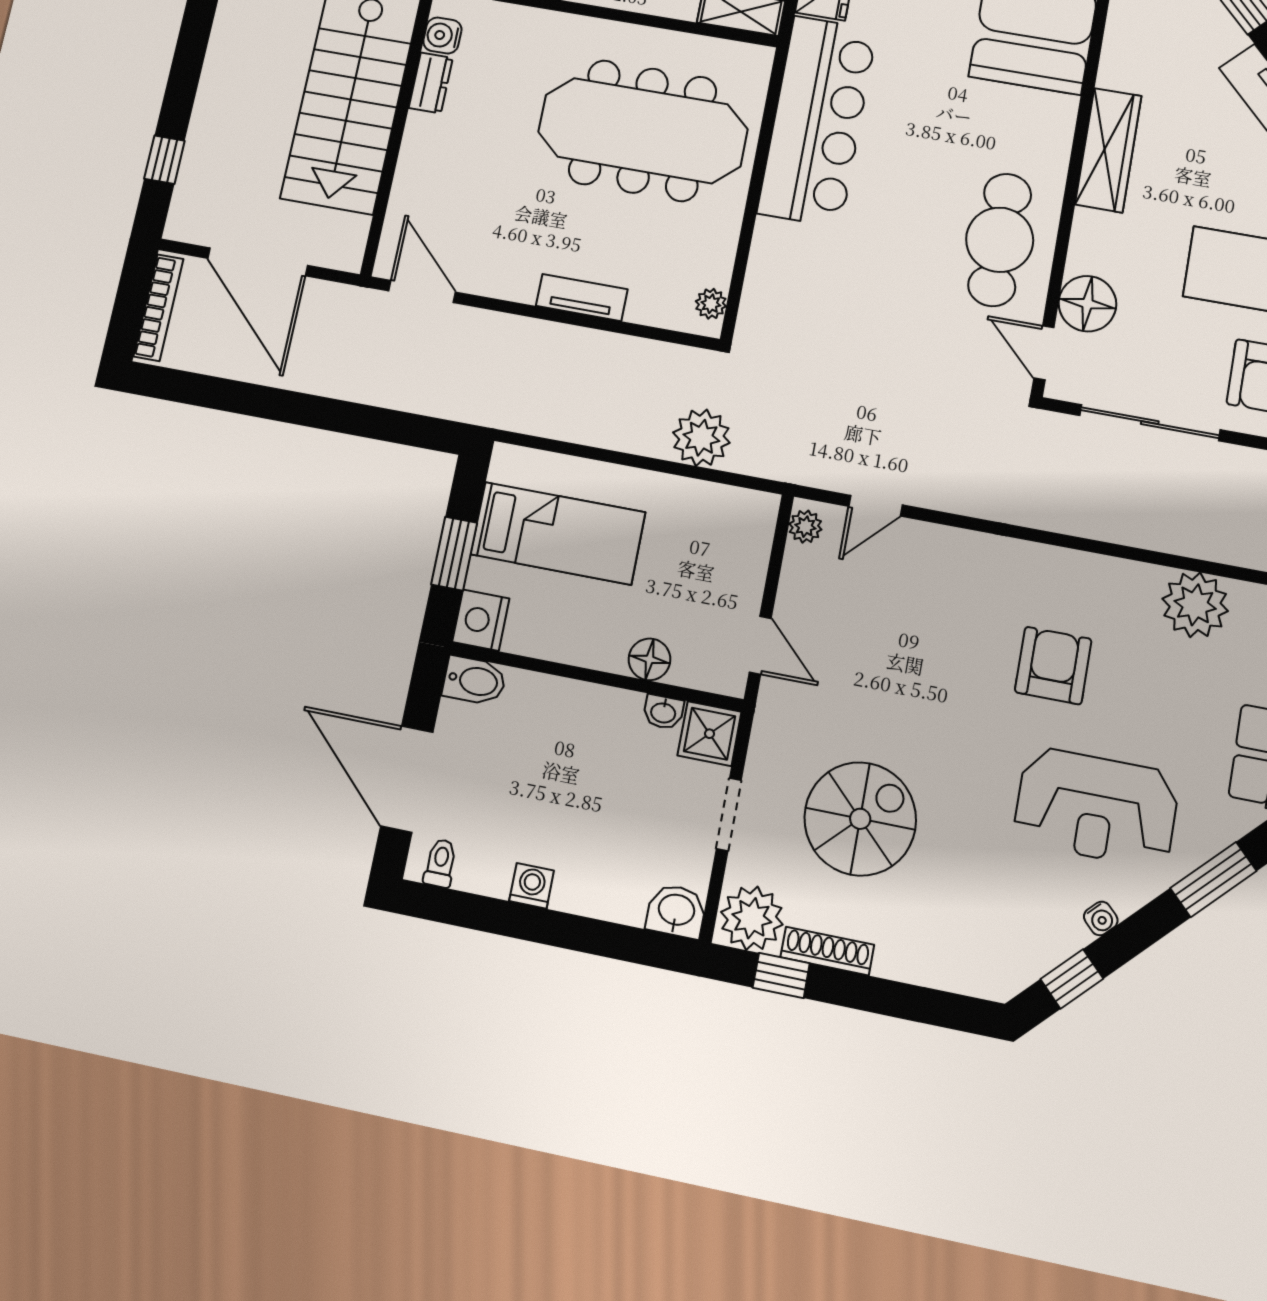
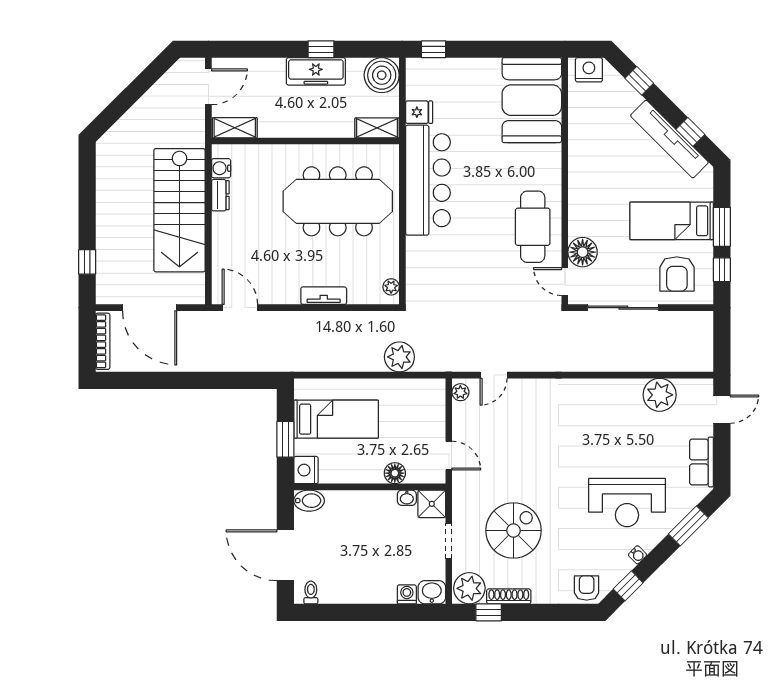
wardrobe: (1108, 150) -> (580, 169), removed
armchair: (1053, 666) -> (587, 588), moved, width x0.72, depth x0.72
washing machine: (532, 886) -> (407, 594), moved

